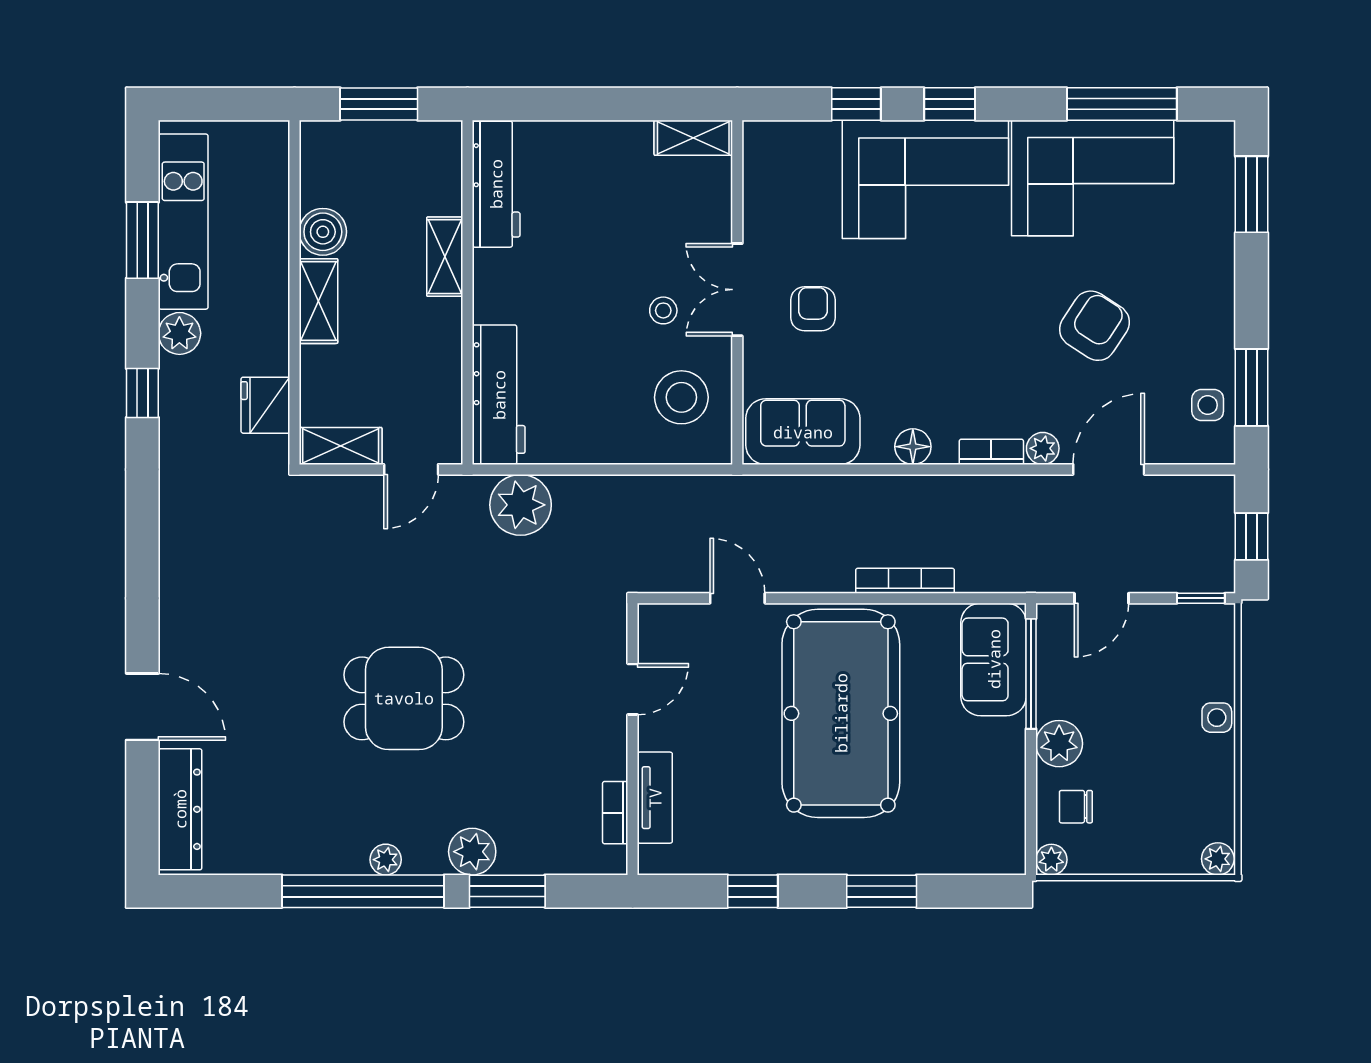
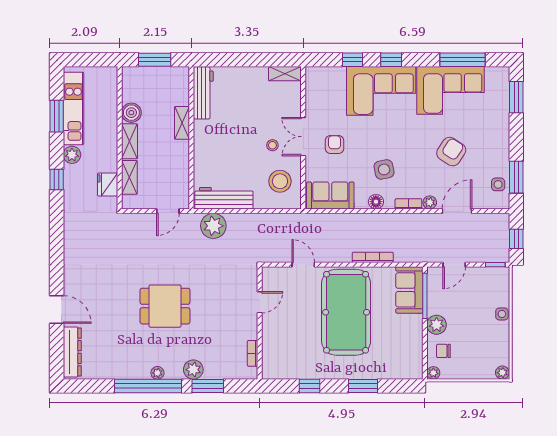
side table: (932, 369) -> (384, 169), added
workbench: (499, 395) -> (224, 198), moved, turned -90
shelving: (341, 446) -> (129, 177), moved, turned 90
tv unit: (655, 798) -> (269, 347), removed

